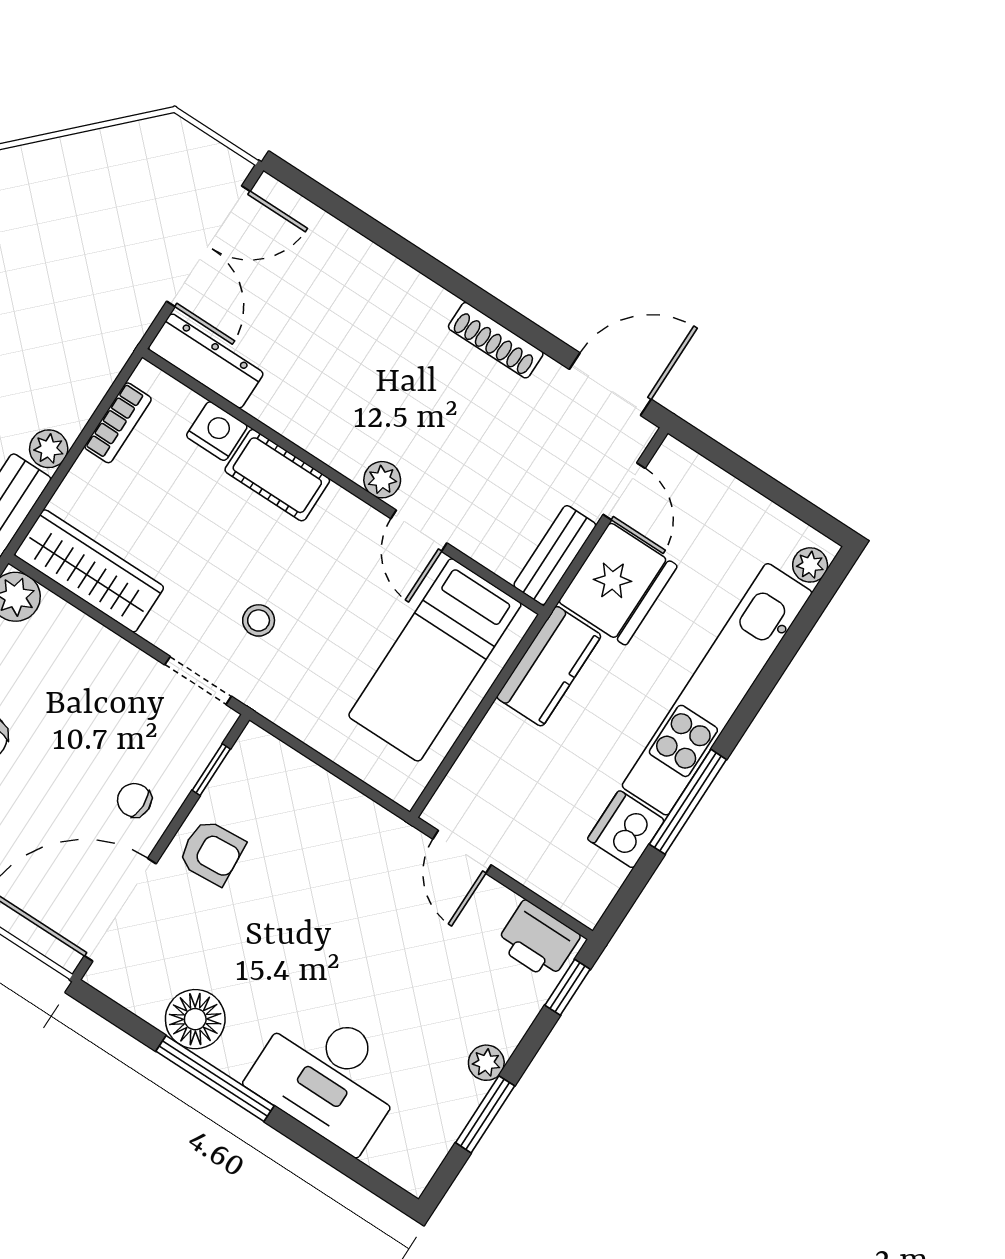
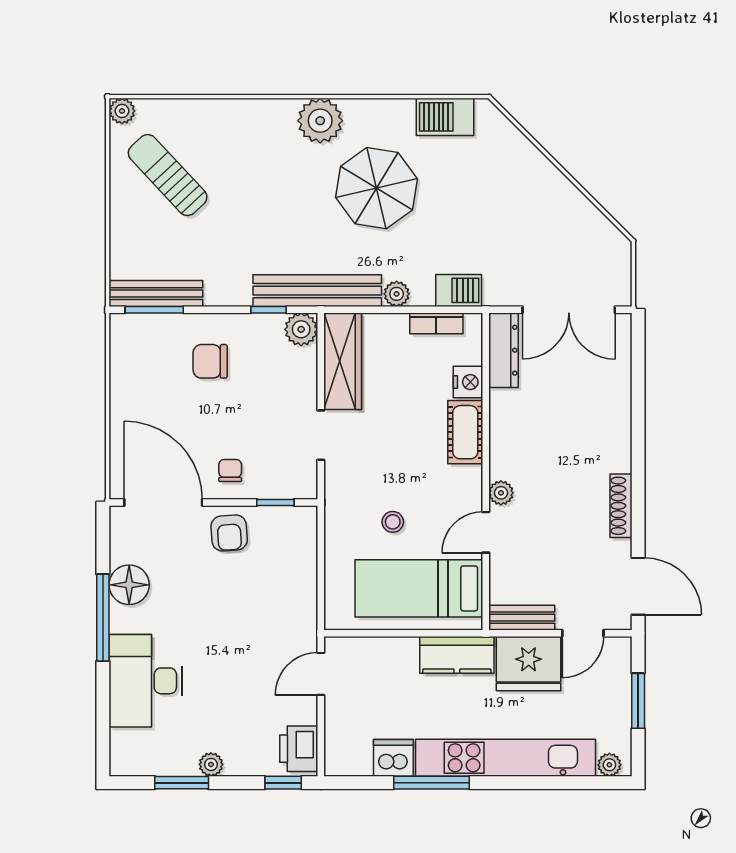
barbecue: (95, 368) -> (459, 290), added
window: (754, 477) -> (638, 701), added
stool: (259, 620) -> (393, 522), moved
doorway: (198, 680) -> (321, 435), moved

